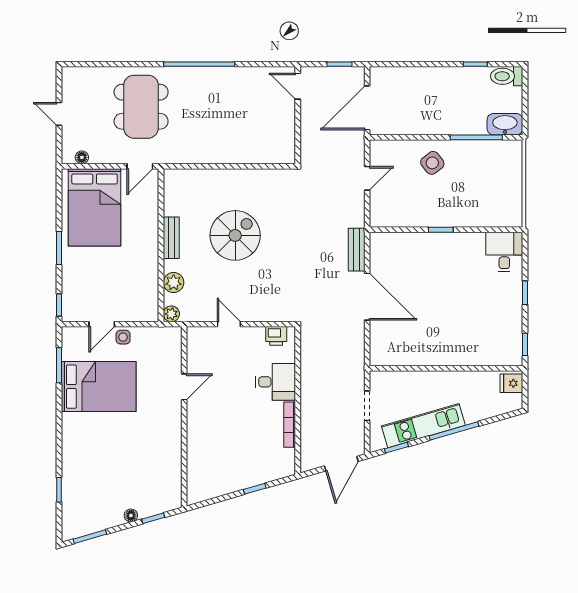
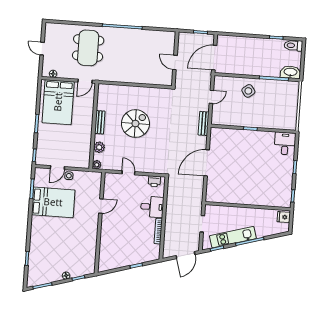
door: (298, 86) -> (175, 62), moved
bench: (357, 250) -> (204, 123), moved
door: (367, 297) -> (207, 163), swing flipped

